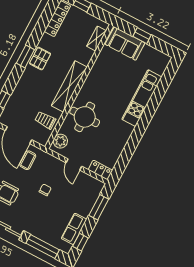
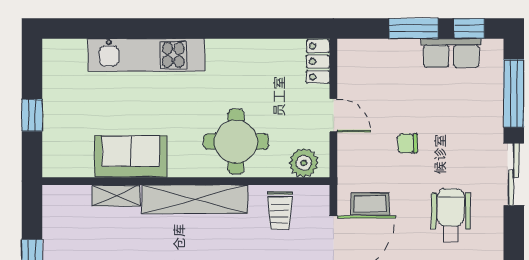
shelving: (96, 39) -> (116, 196), moved
sofa: (125, 44) -> (131, 157), moved, turned -90
door: (74, 164) -> (333, 115), hinge flipped
window: (99, 207) -> (414, 28), moved

